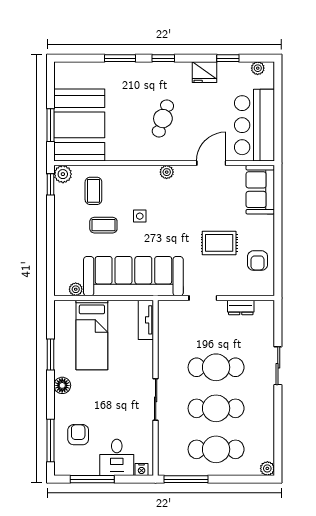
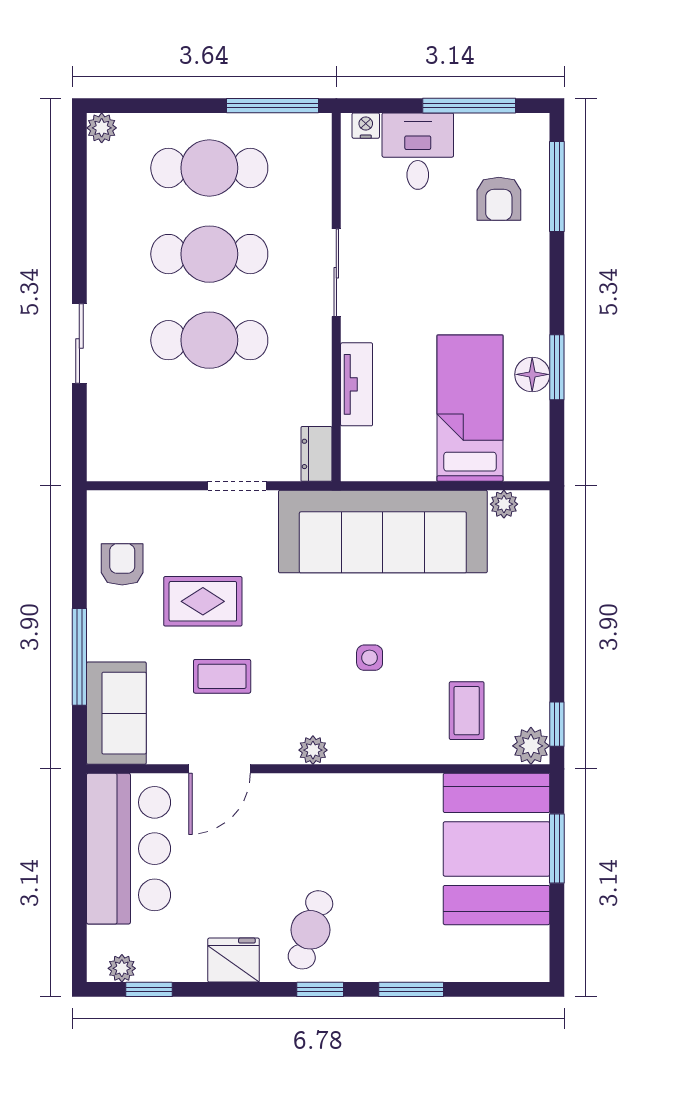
window: (228, 58) -> (149, 989), moved
cafe table: (163, 119) -> (310, 930), moved
window: (278, 216) -> (79, 657), added
coffee table: (103, 225) -> (222, 676), moved
dresser: (241, 307) -> (316, 454), moved, turned -90
tv unit: (146, 320) -> (357, 384), moved
floor lamp: (62, 385) -> (532, 374), moved

